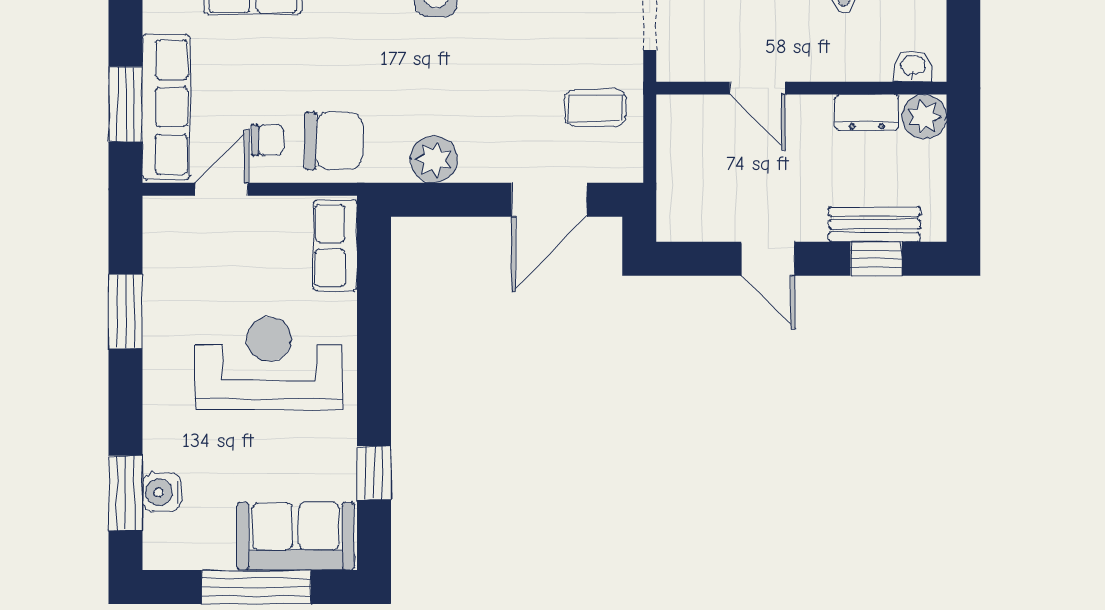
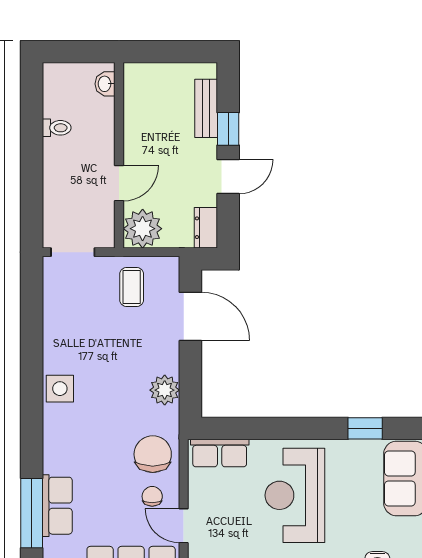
dresser: (867, 112) -> (206, 228), moved, turned 180
plant: (924, 117) -> (143, 229), moved, width x1.36, depth x1.36
window: (876, 259) -> (228, 129), moved

